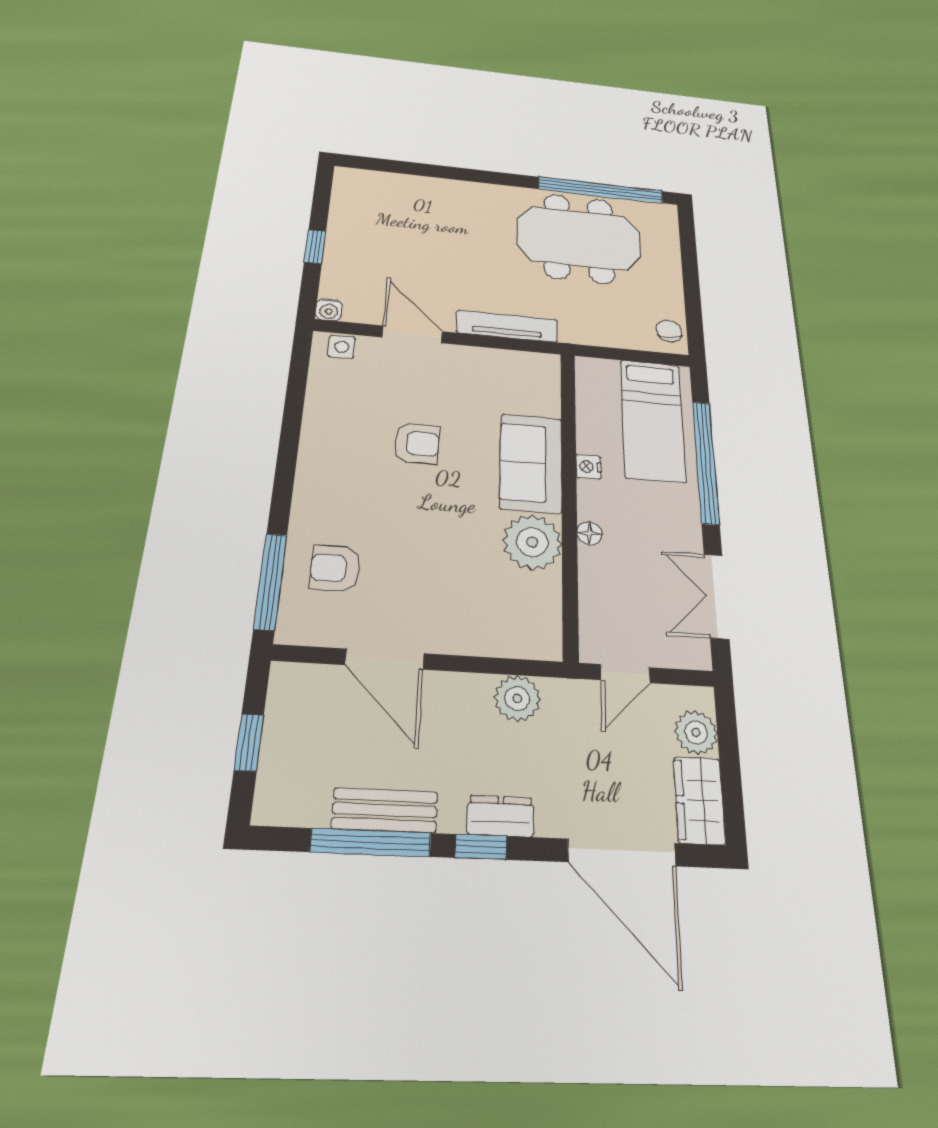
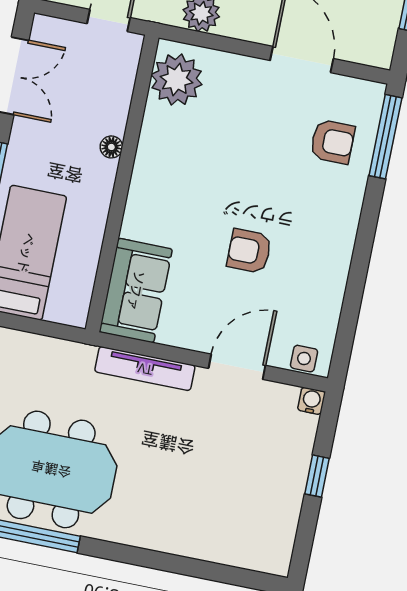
door: (412, 334) -> (237, 367), swing flipped
sofa: (531, 463) -> (136, 291), moved
nightstand: (588, 467) -> (98, 211), removed
plant: (532, 542) -> (177, 80), moved

